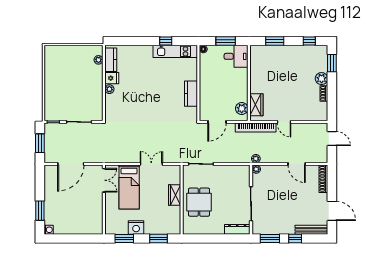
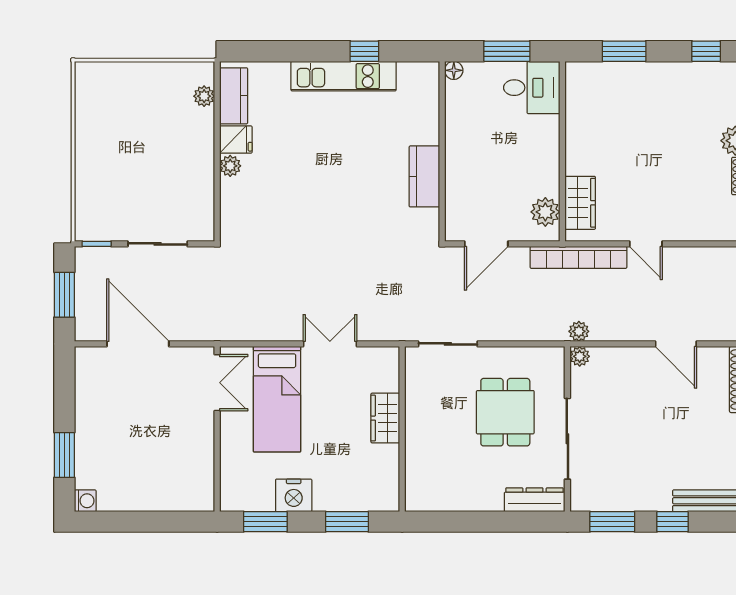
kitchen unit: (175, 51) -> (344, 76), moved
door: (71, 164) -> (138, 344), swing flipped
dining table: (199, 202) -> (505, 412), moved

